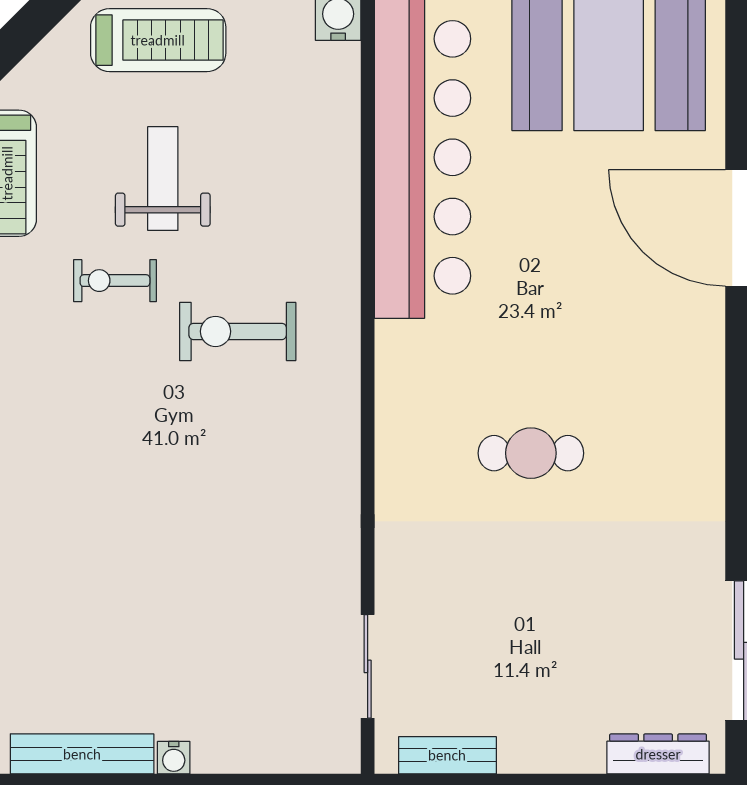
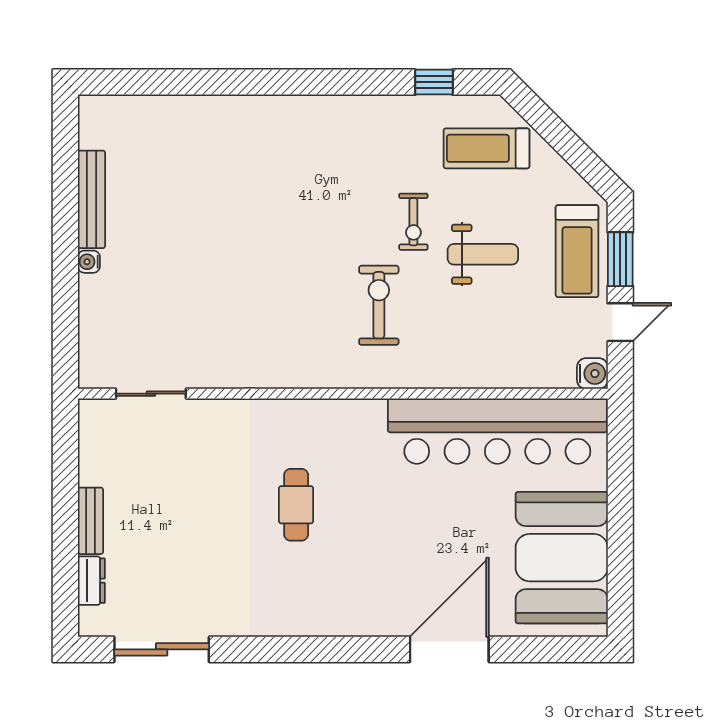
exercise bike: (115, 281) -> (413, 222), turned 180
dresser: (658, 754) -> (91, 581), width x0.70
bench: (447, 755) -> (90, 521), moved

